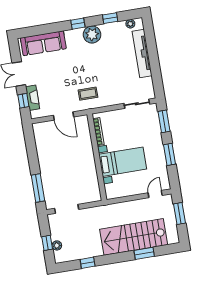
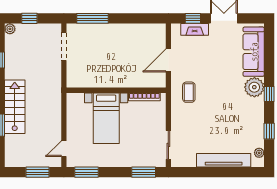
plant: (92, 35) -> (254, 87), moved
window: (170, 154) -> (87, 172), moved
door: (155, 194) -> (64, 149), swing flipped
stairs: (134, 237) -> (15, 107), width x0.73, depth x0.66
plant: (57, 245) -> (10, 29), moved

